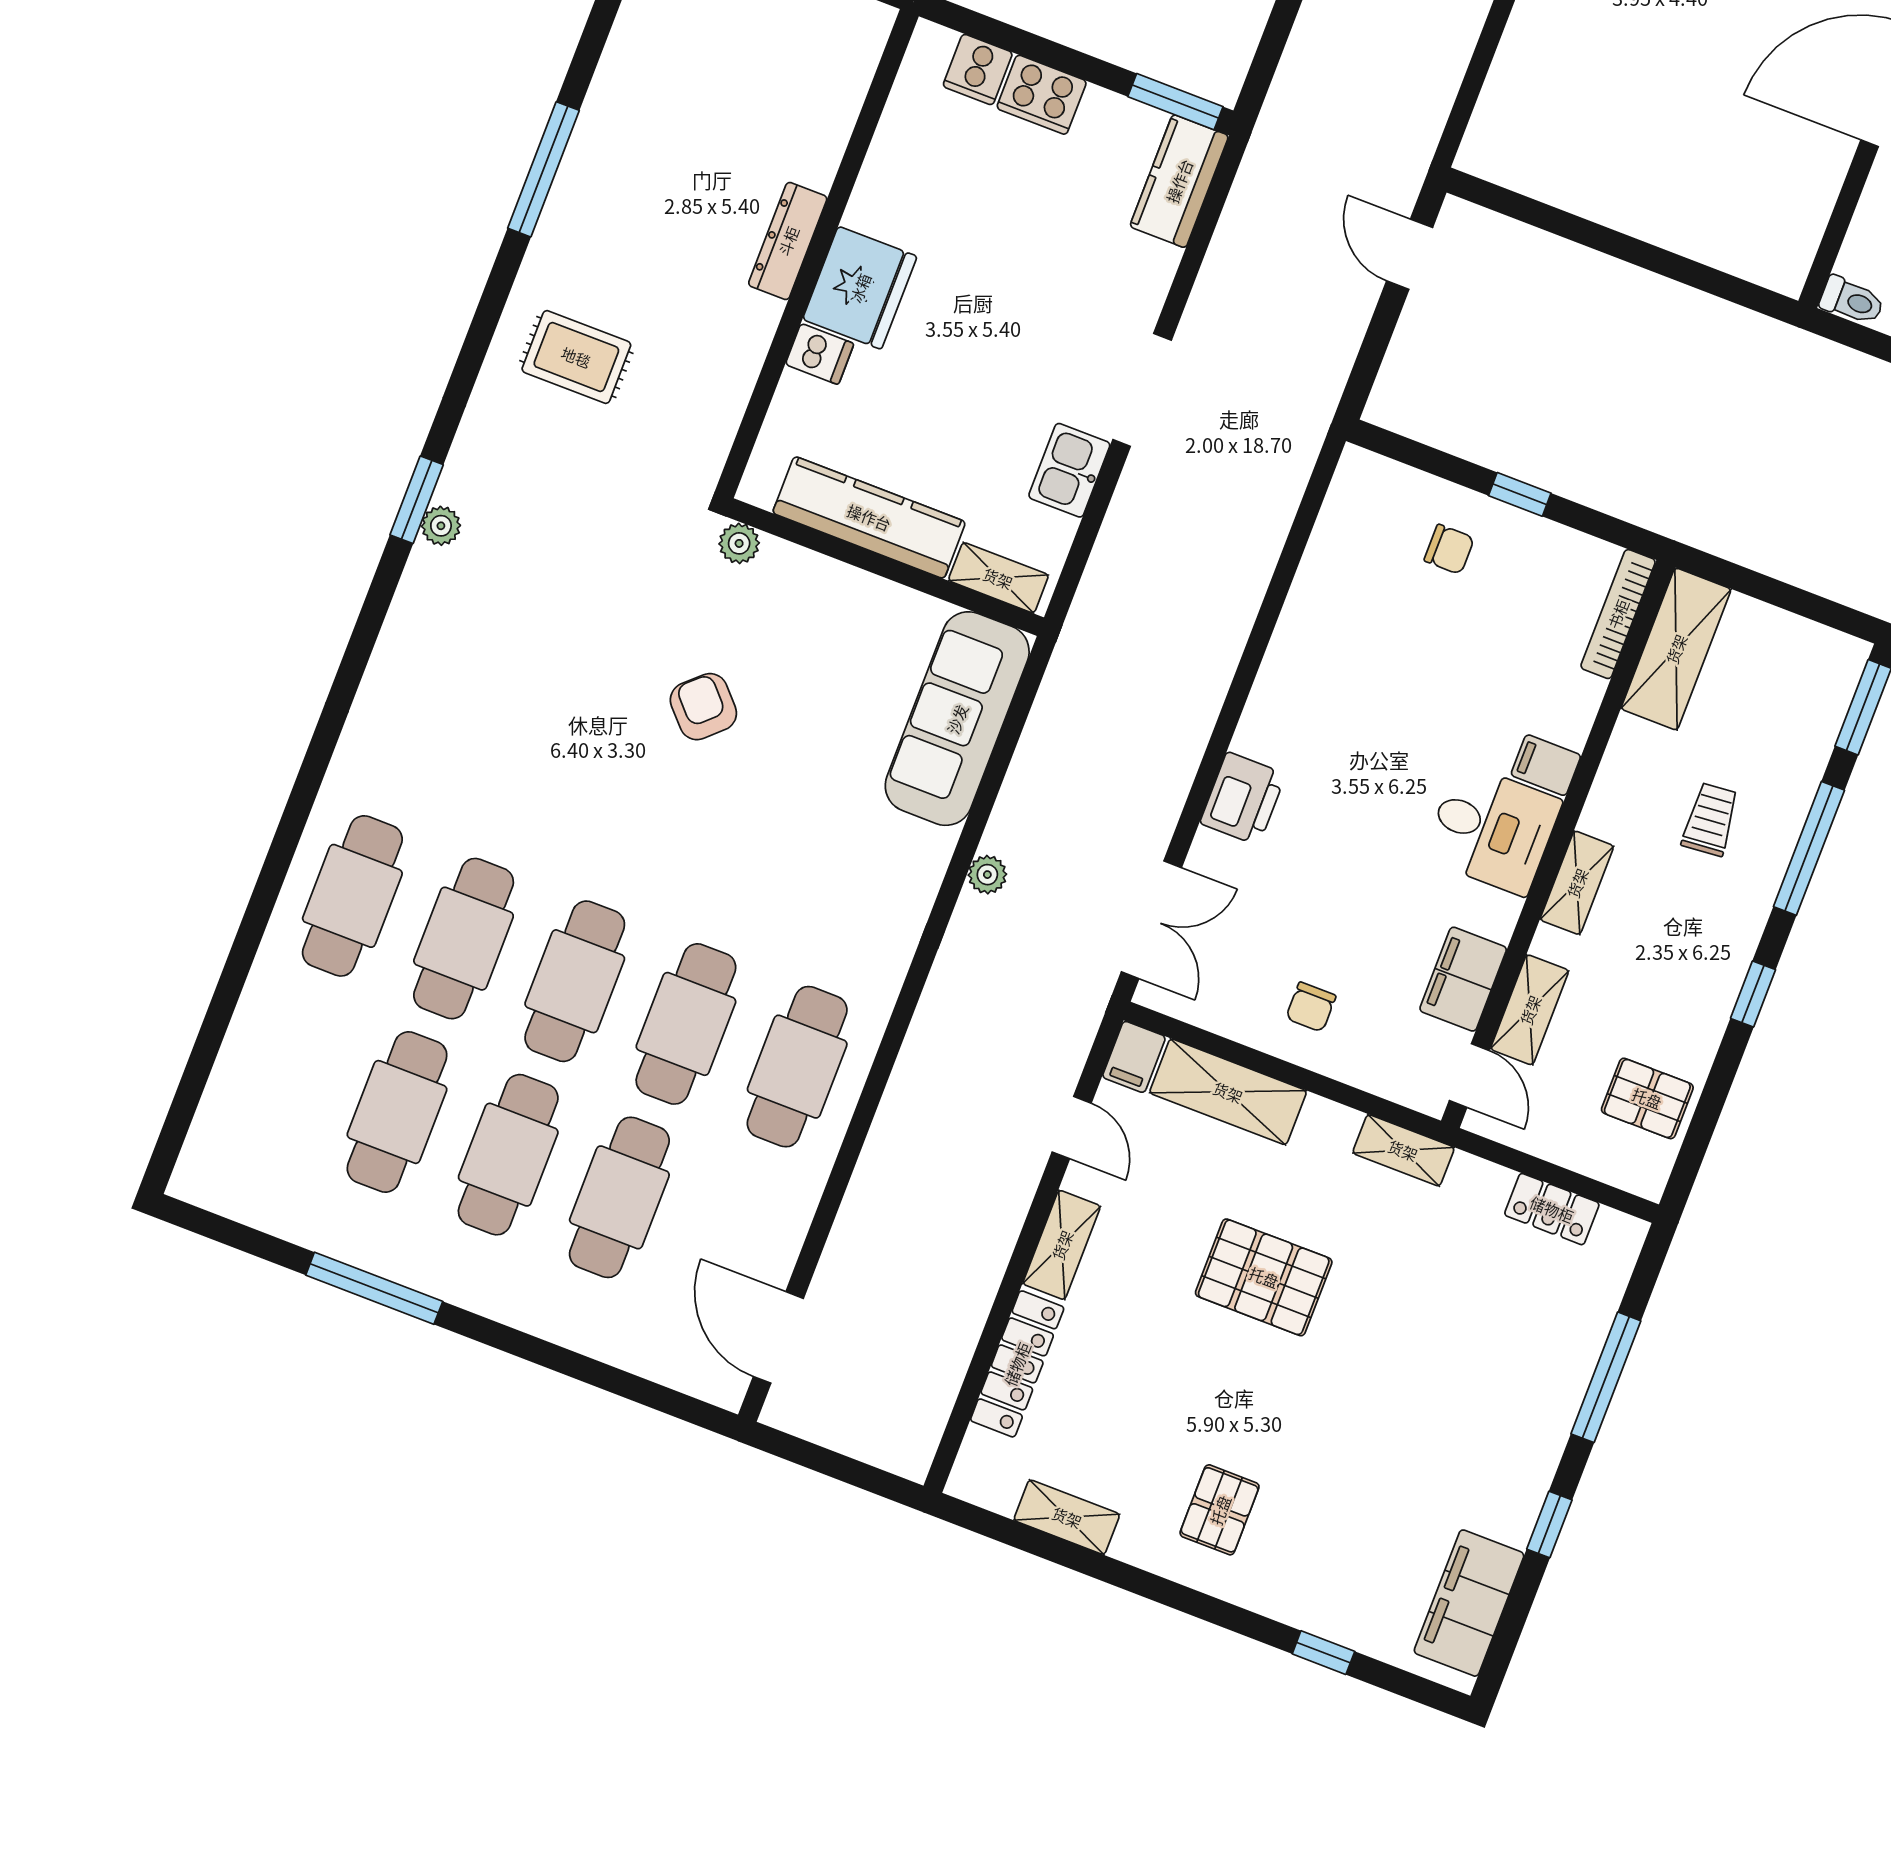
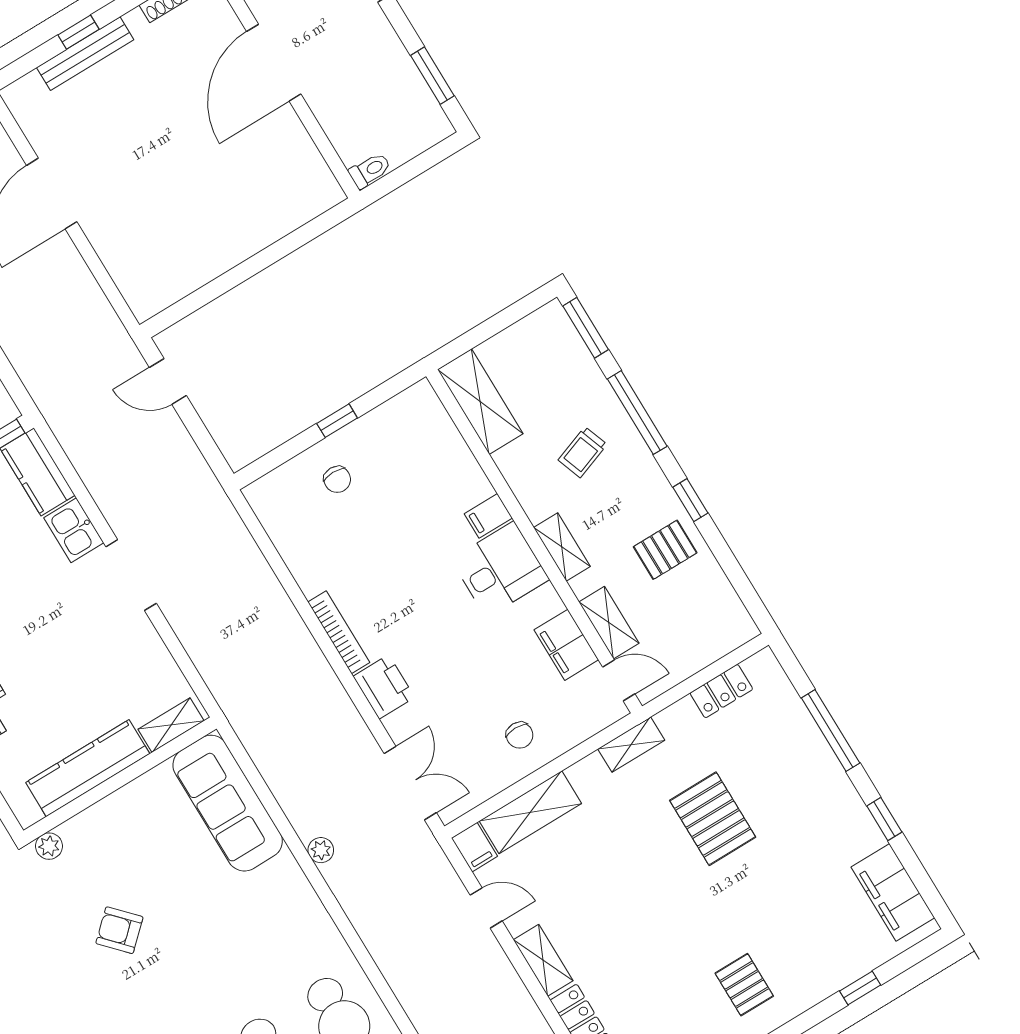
kitchen sink: (1069, 470) -> (74, 530), moved
chair: (1449, 549) -> (337, 479), turned 90
bookcase: (1618, 614) -> (339, 632), moved, turned 180
trolley: (1710, 819) -> (583, 452), turned -105
pallet: (1647, 1098) -> (665, 550), moved
pallet: (1264, 1277) -> (713, 819), moved, turned 90

